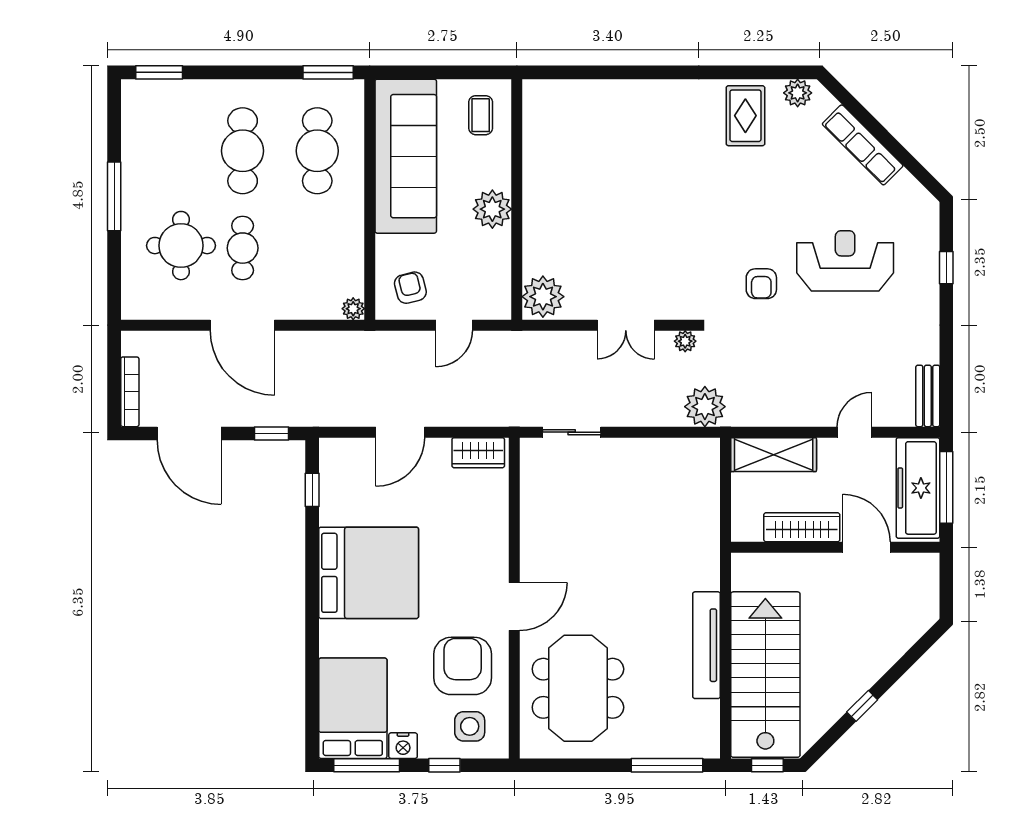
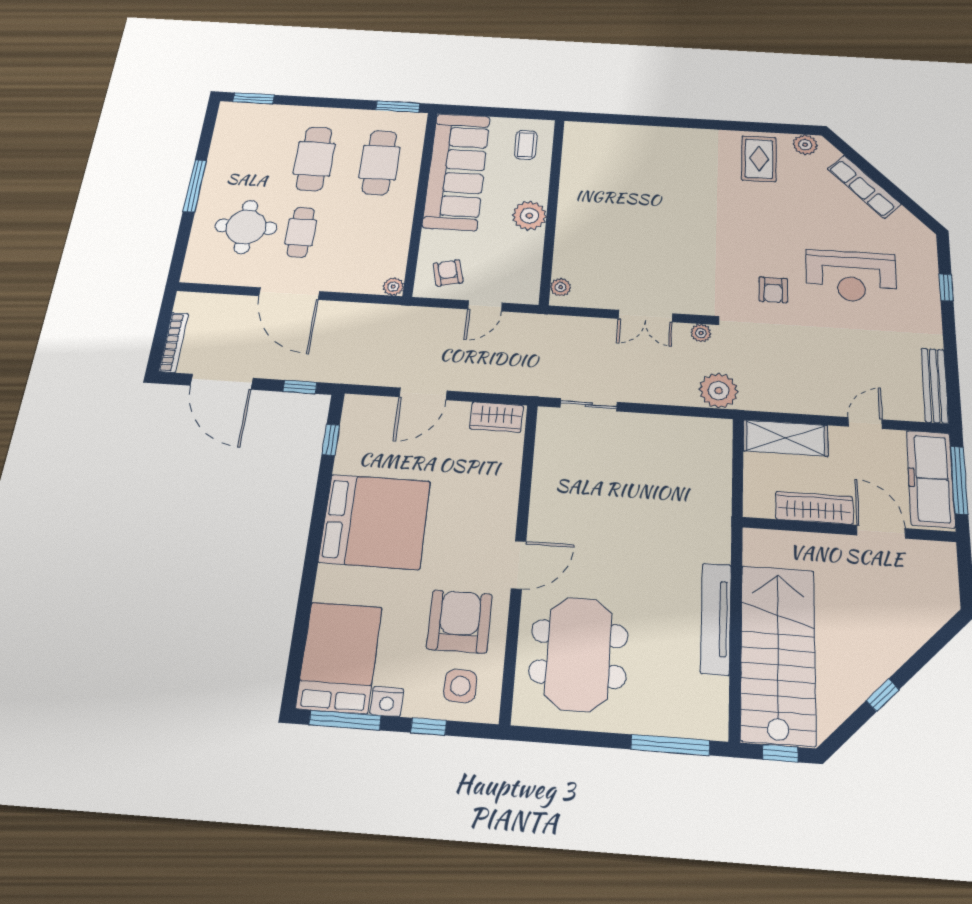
reception desk: (845, 261) -> (851, 276), turned 180
plant: (543, 297) -> (561, 287), width x0.53, depth x0.53
bench: (928, 396) -> (935, 385), width x1.36

